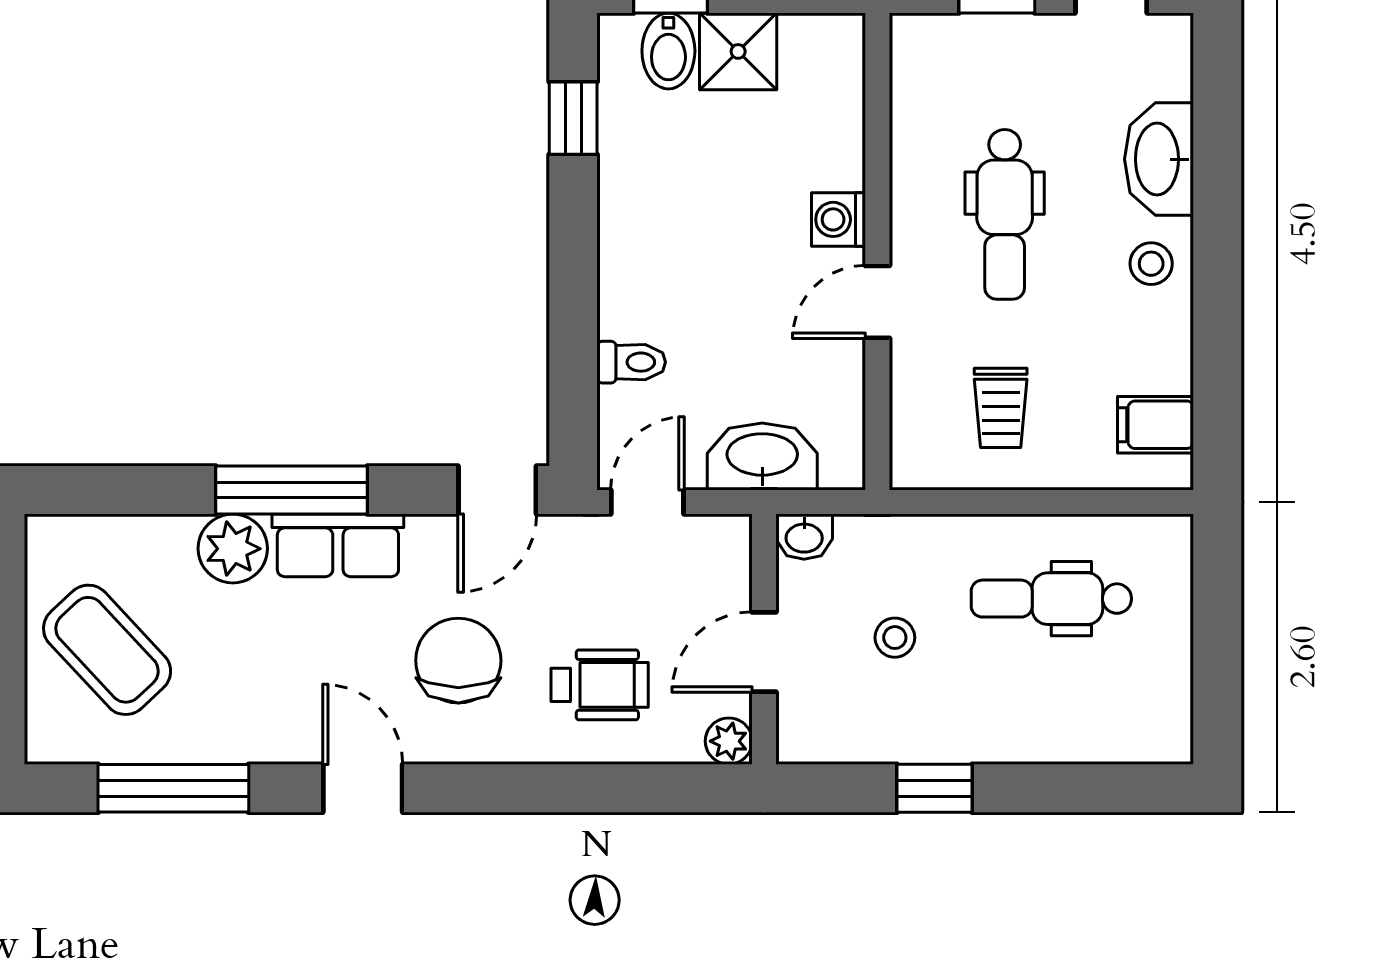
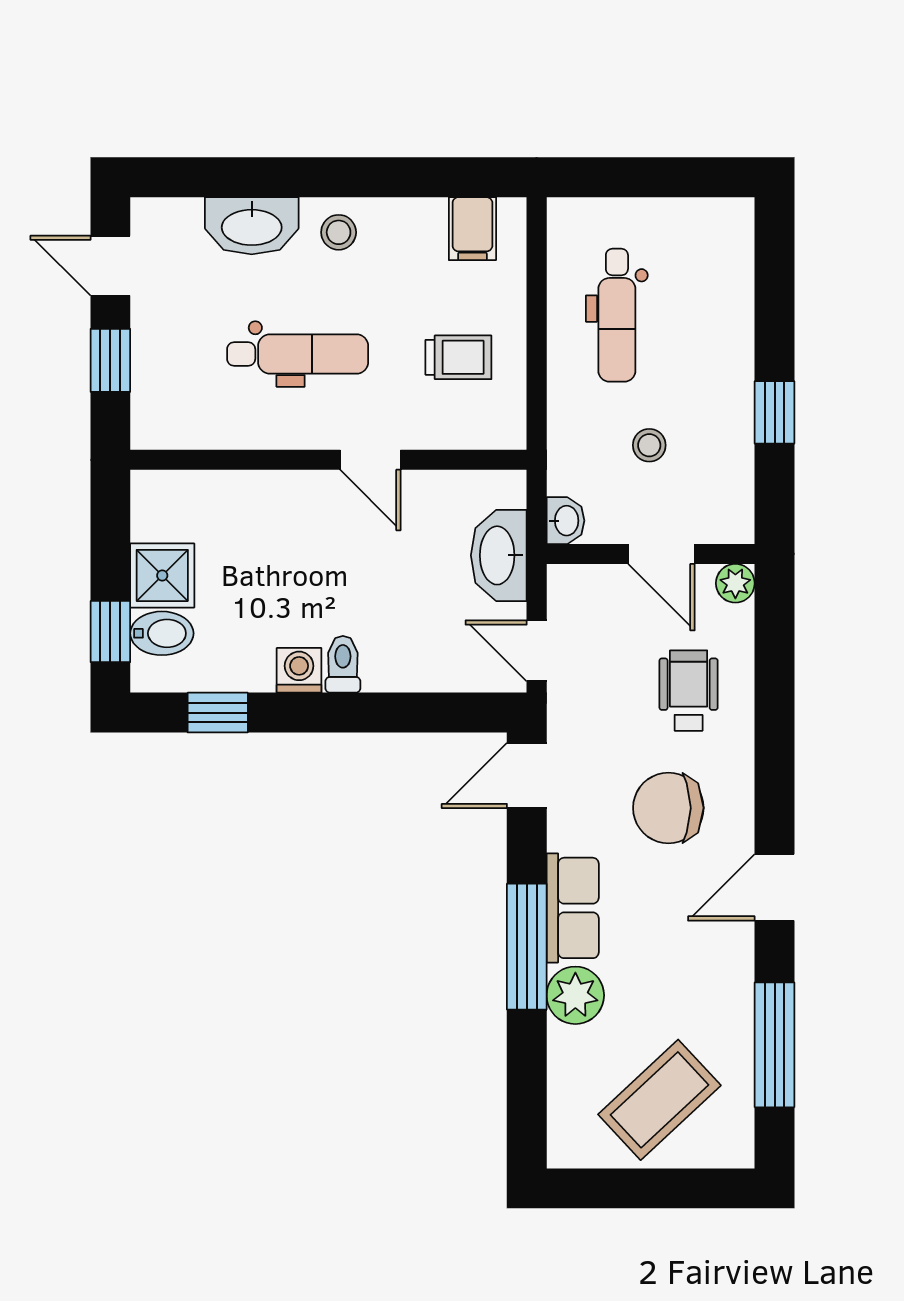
washing machine: (838, 219) -> (299, 670), moved, turned 180
toilet: (631, 362) -> (343, 664), moved
door: (497, 490) -> (527, 776), swing flipped

